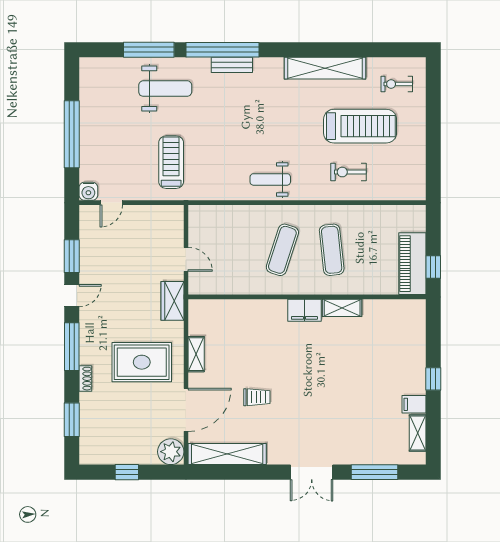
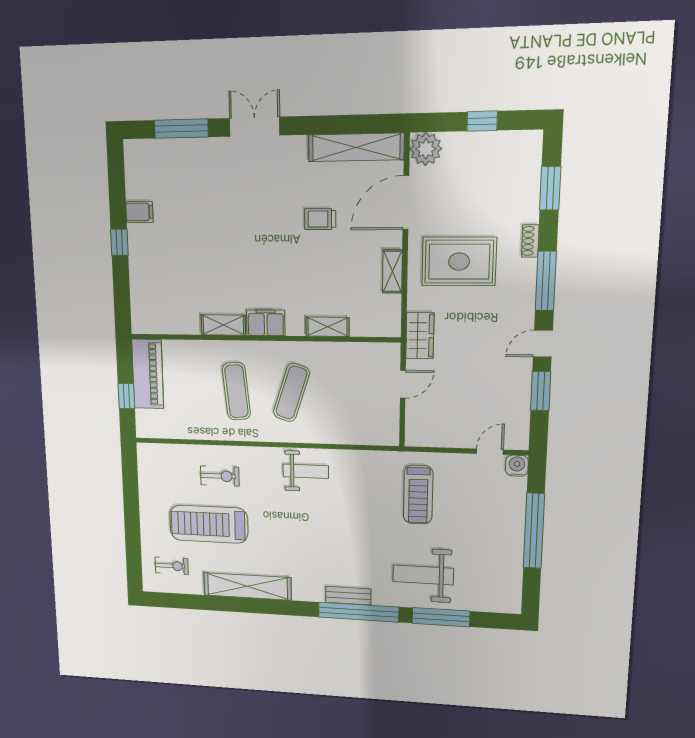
door: (186, 259) -> (403, 384), swing flipped
window: (433, 267) -> (126, 396), moved
shelving: (418, 433) -> (328, 327), moved, turned 90

